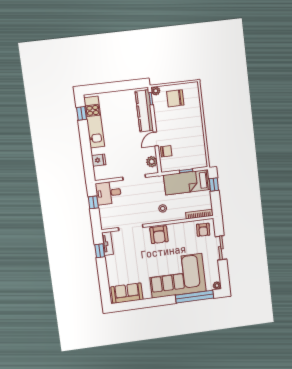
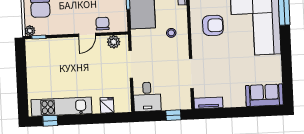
kitchen counter: (144, 111) -> (53, 46), removed
door: (156, 139) -> (87, 35), hinge flipped
window: (93, 202) -> (173, 115), moved
armchair: (159, 235) -> (213, 25), moved
window: (100, 251) -> (216, 113), removed
sofa: (127, 293) -> (264, 95), moved, turned 90

